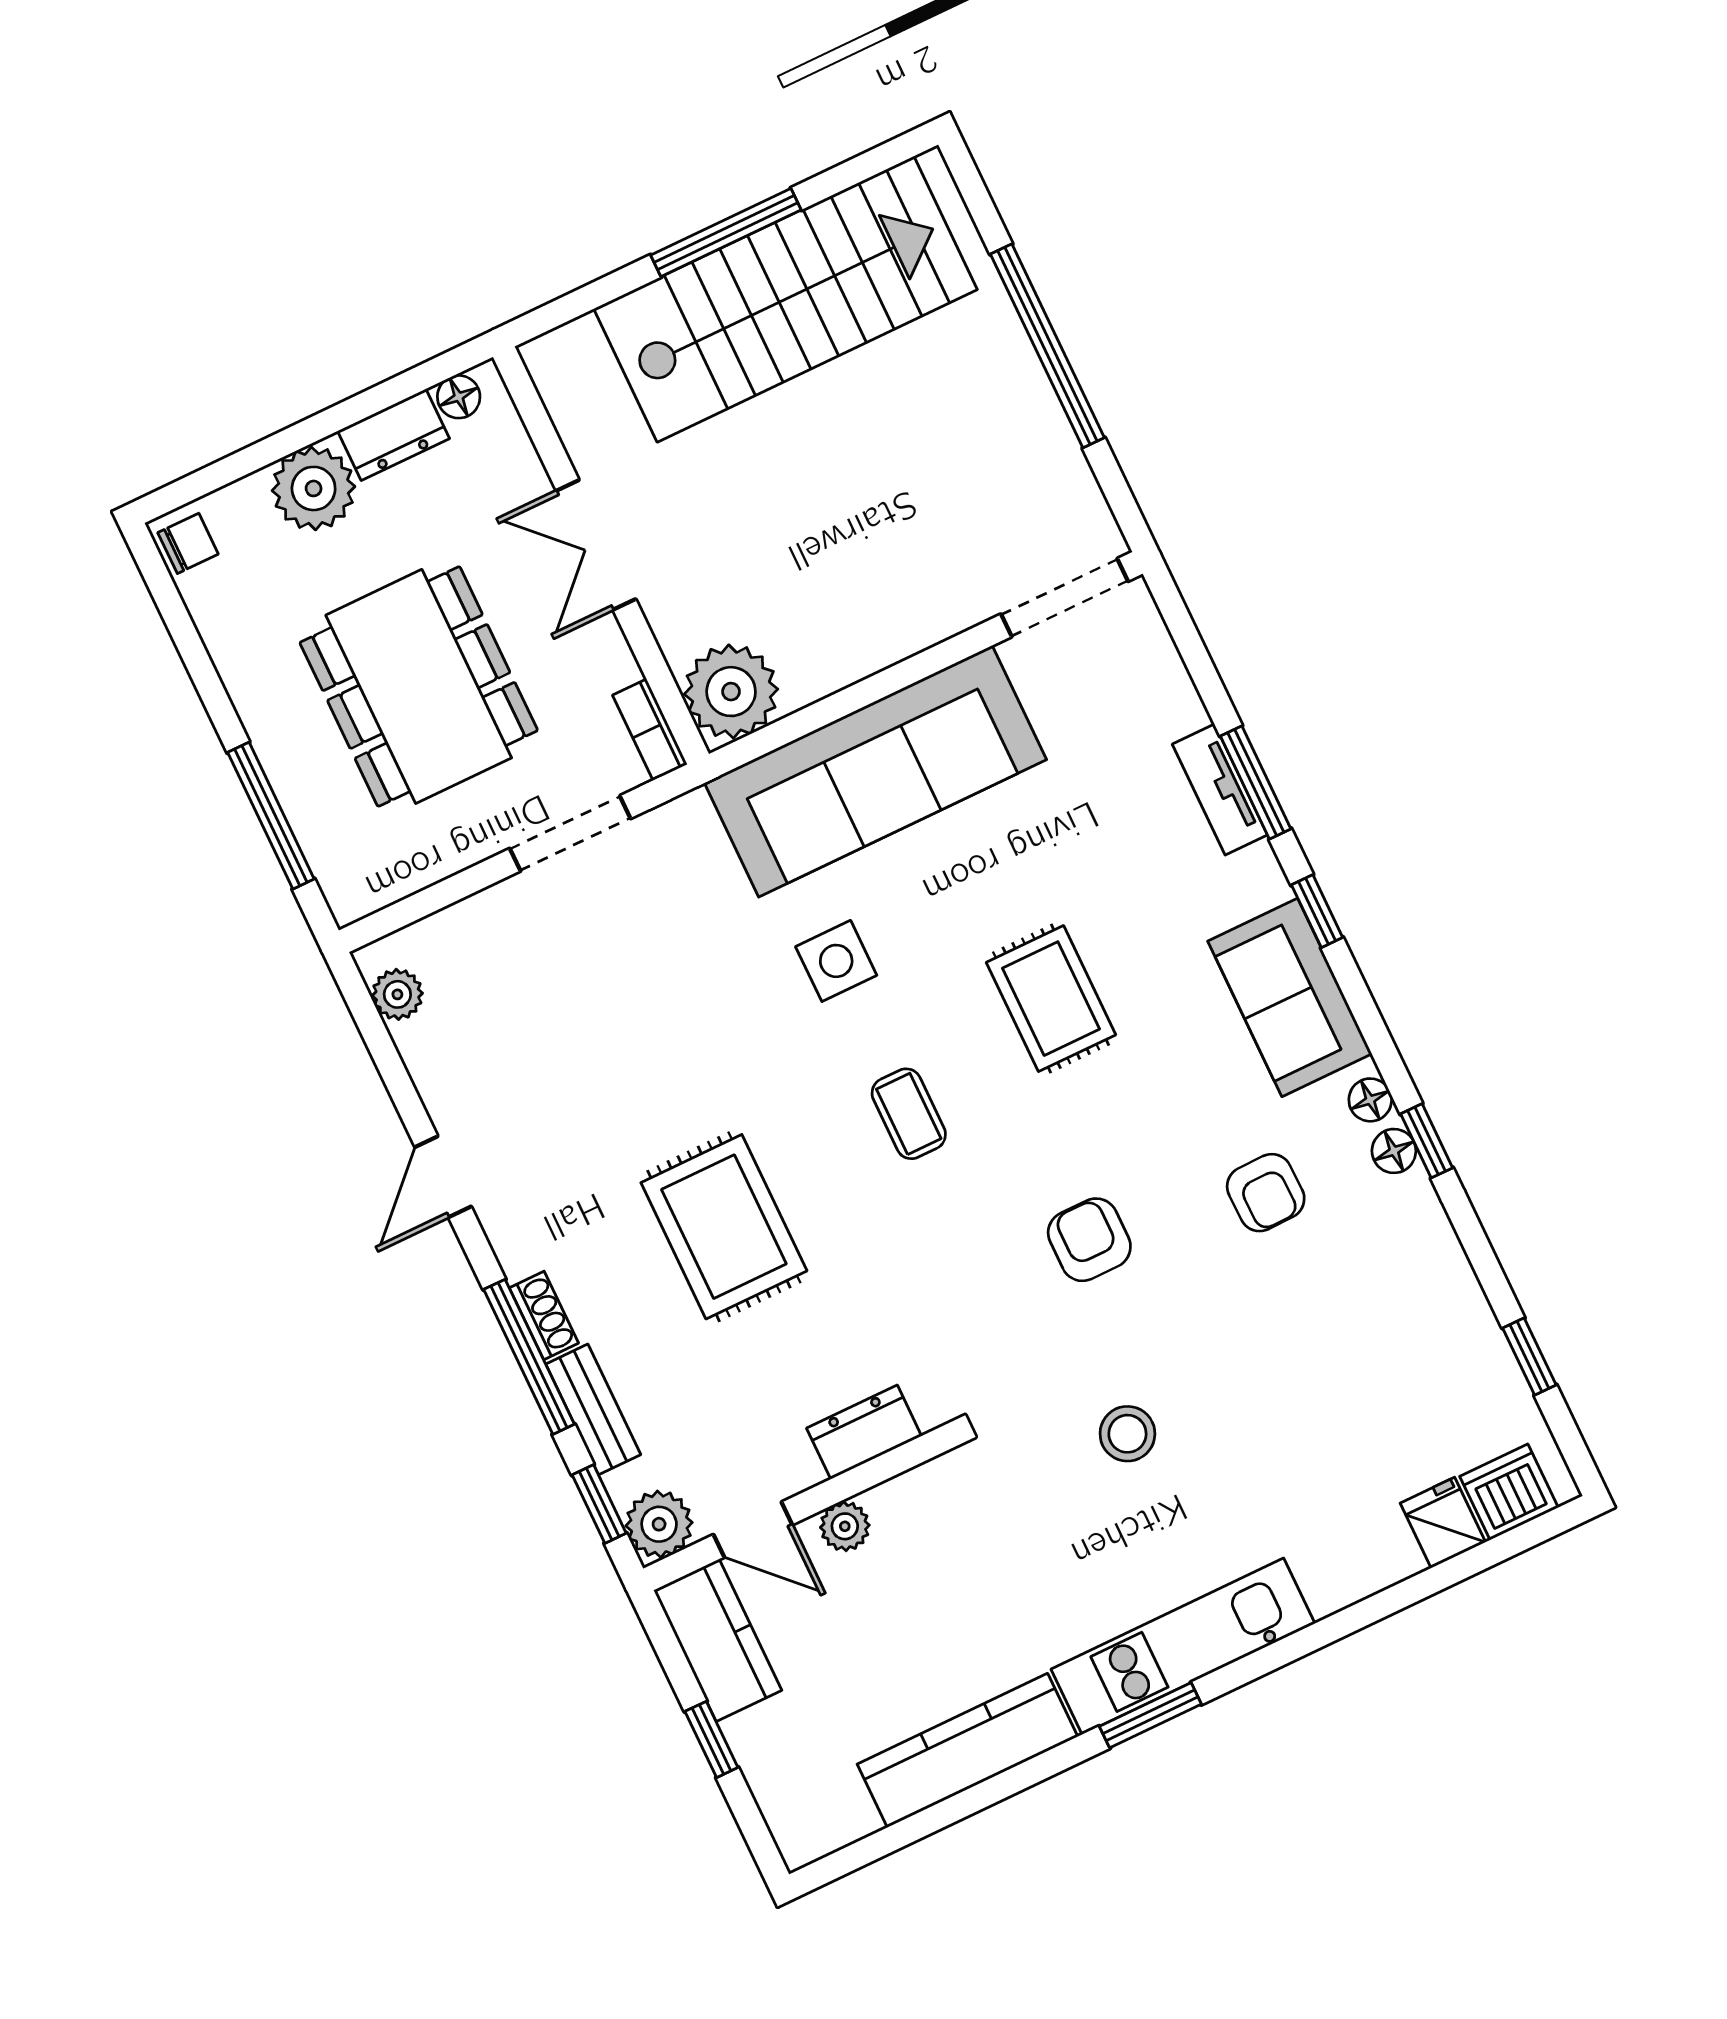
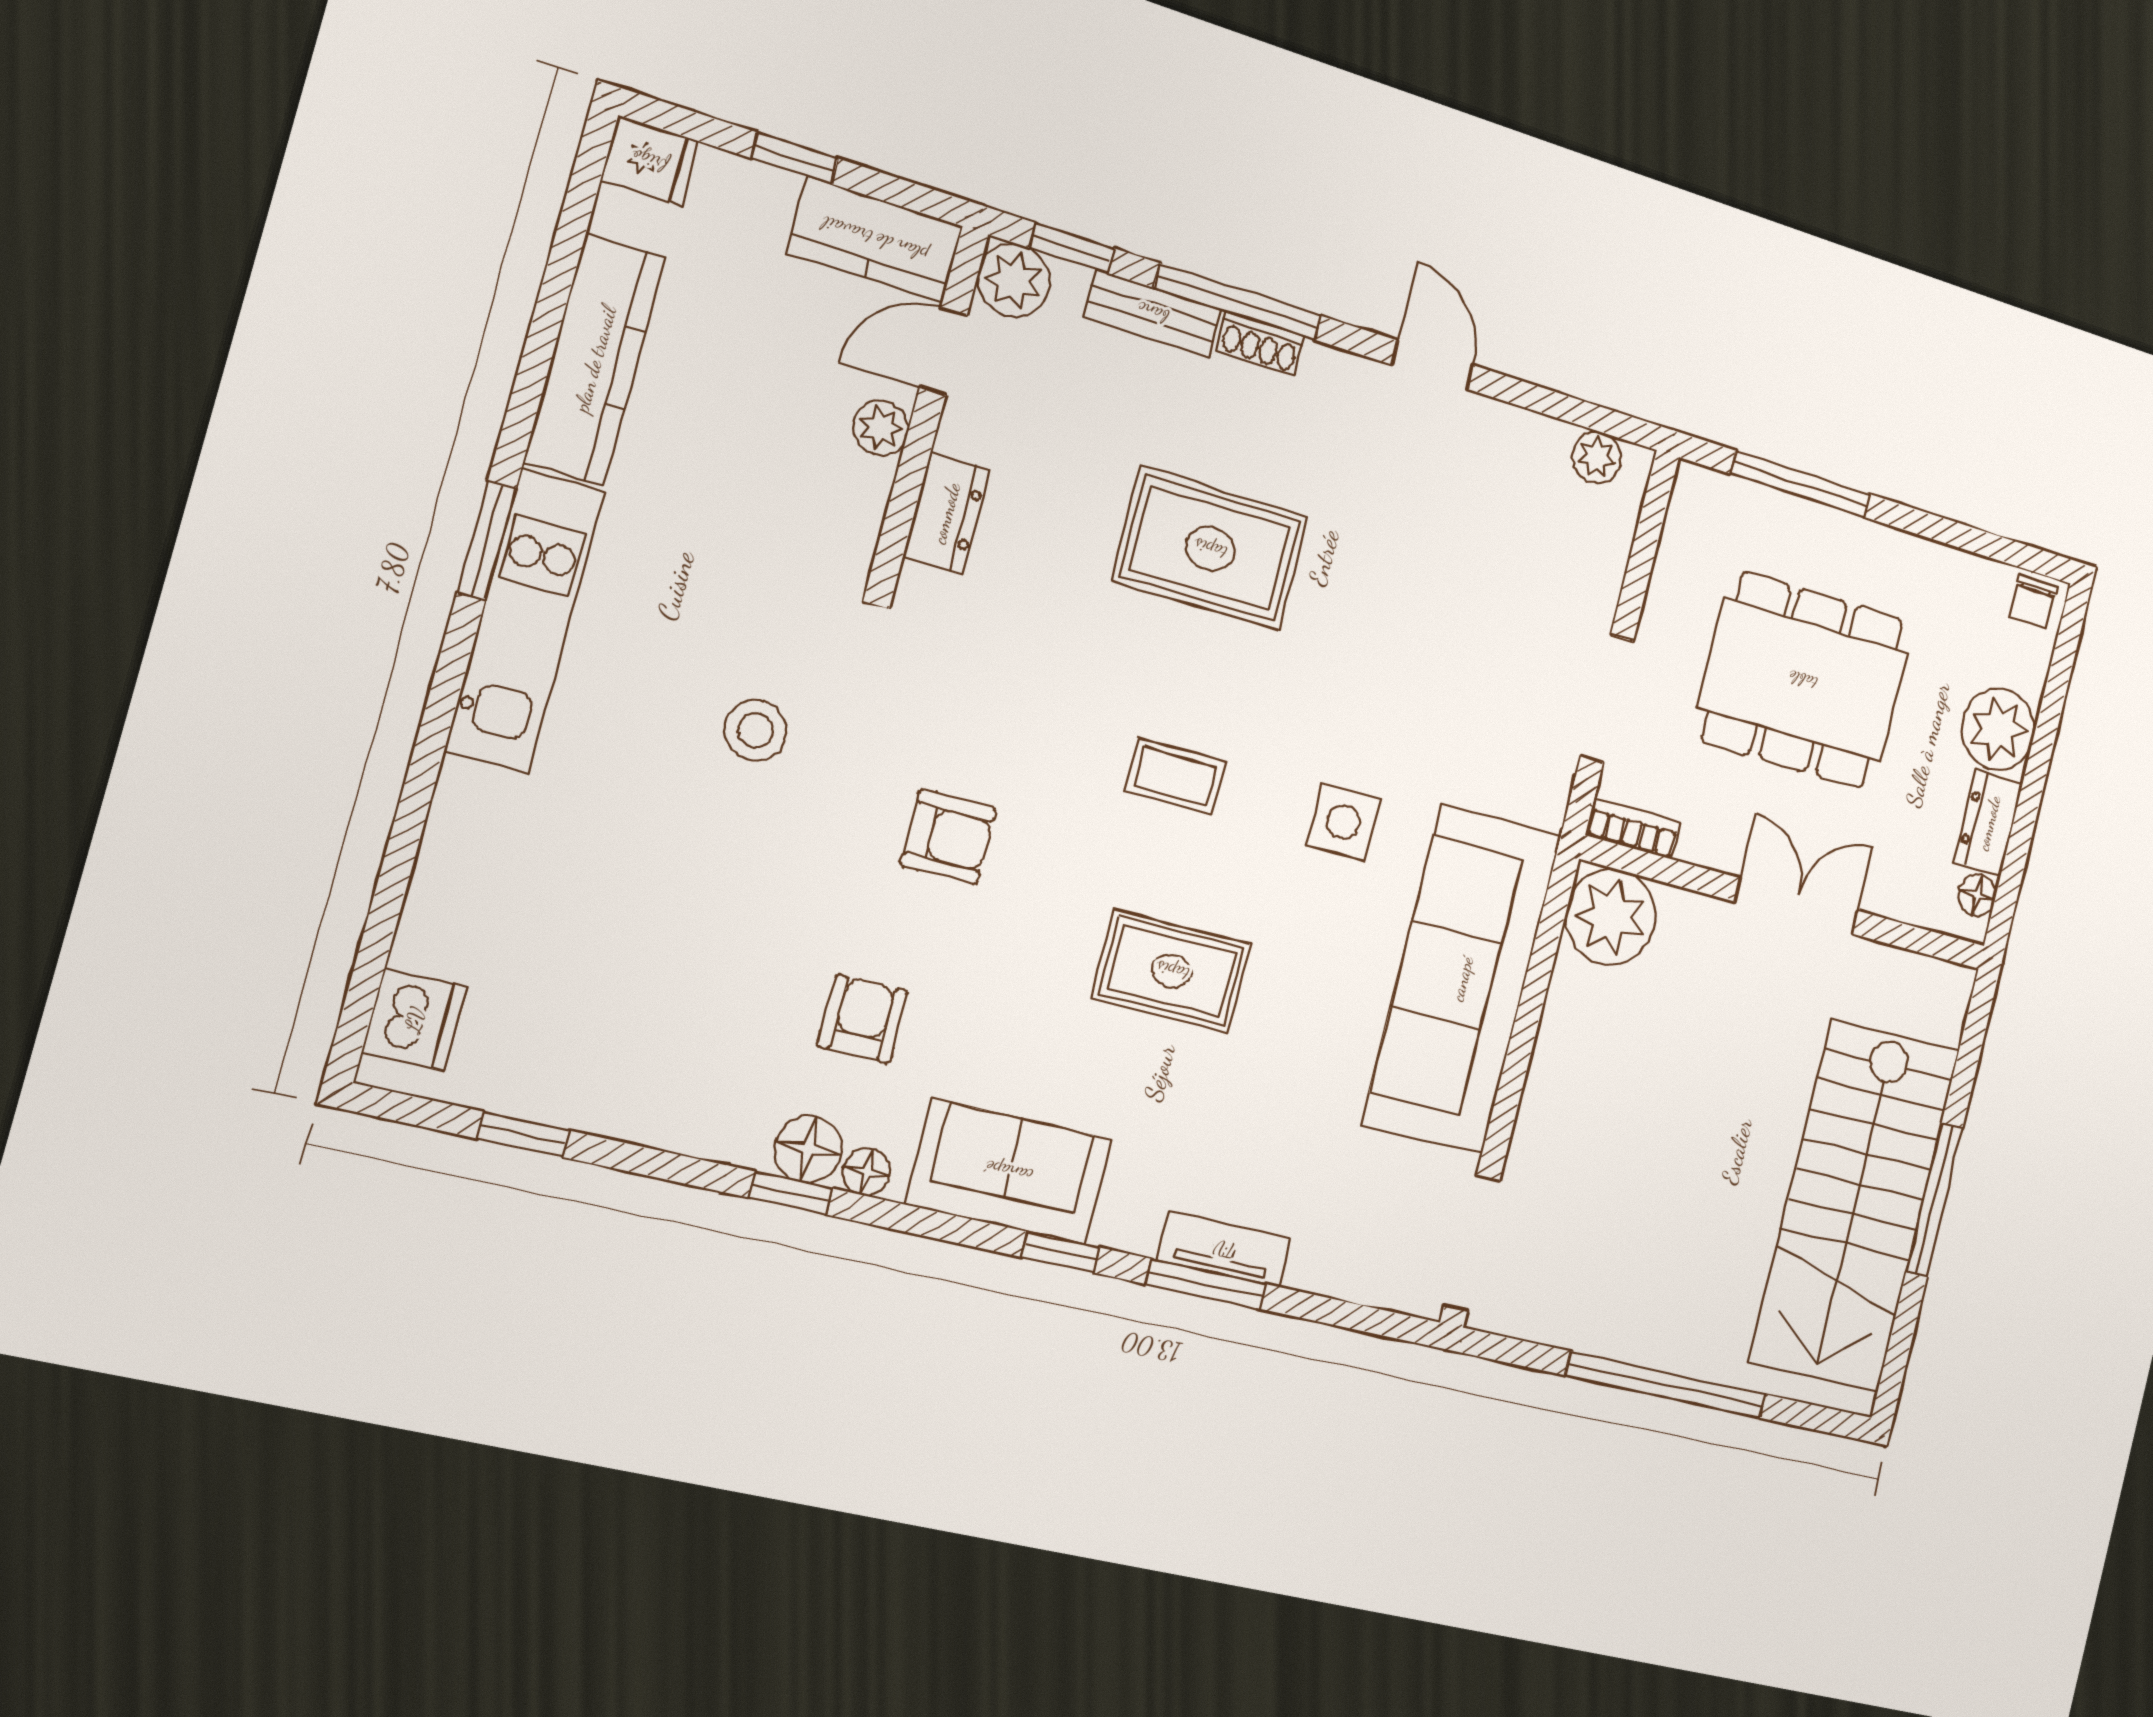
floor lamp: (1394, 1151) -> (808, 1149), width x1.37, depth x1.37
armchair: (1266, 1193) -> (863, 1019), turned 91
fridge: (1443, 1523) -> (650, 161), moved

